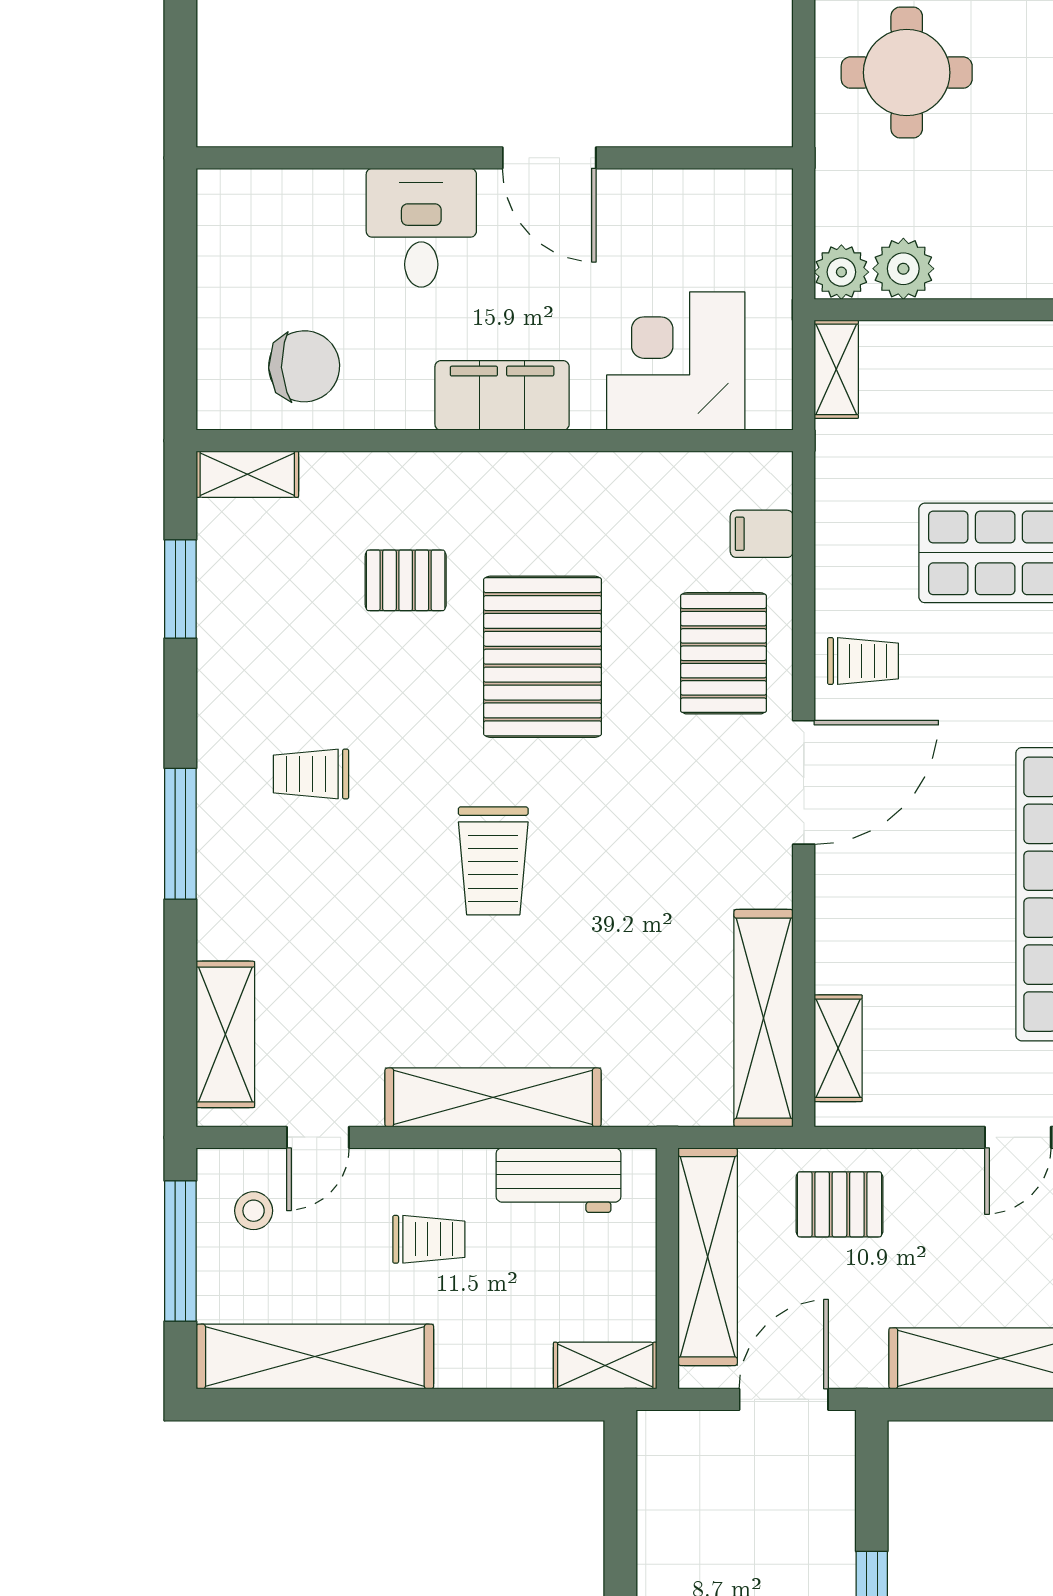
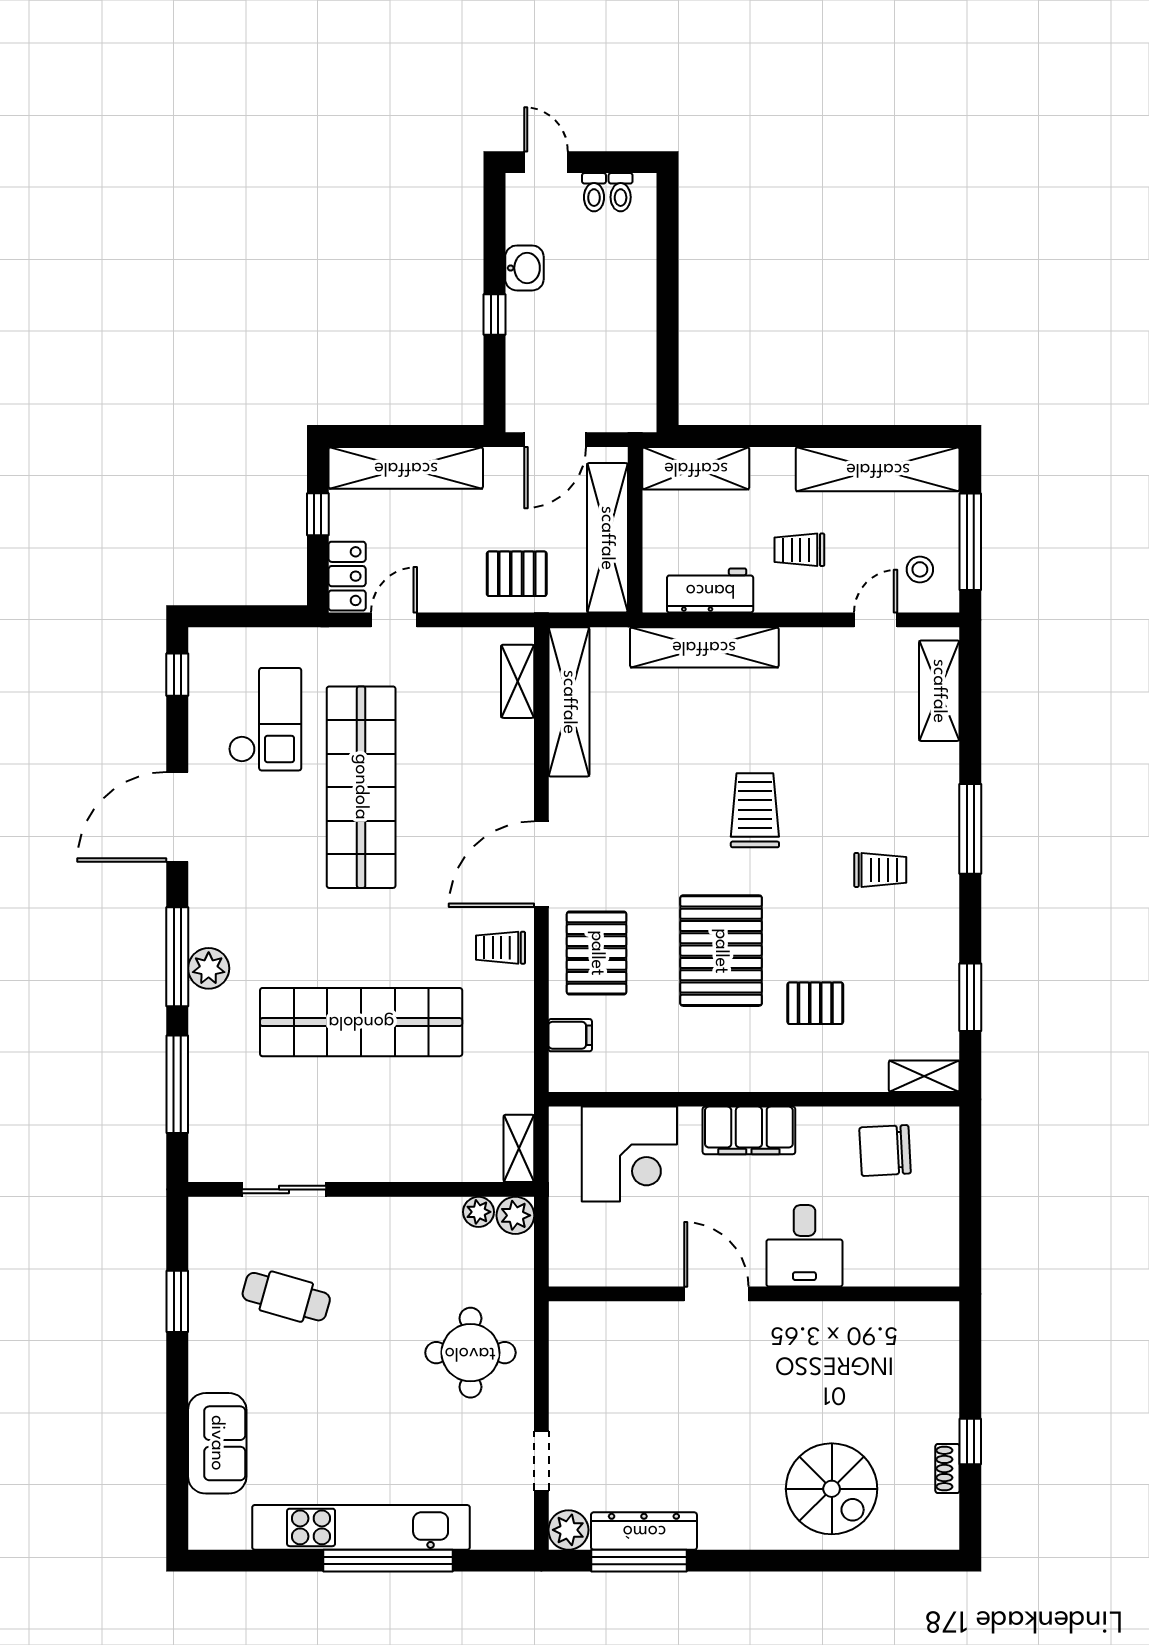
plant: (903, 269) -> (478, 1212), width x0.73, depth x0.73
shelving: (493, 1097) -> (704, 647), moved
shelving: (605, 1366) -> (696, 468), width x1.50, depth x1.33

